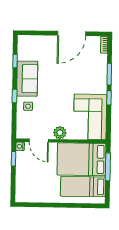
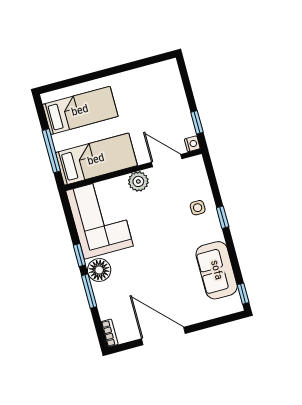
door: (72, 33) -> (163, 336), hinge flipped
window: (15, 61) -> (243, 294), moved
sofa: (27, 79) -> (217, 270), moved
floor lamp: (99, 85) -> (99, 270), added
bed: (81, 159) -> (96, 159), width x0.67

